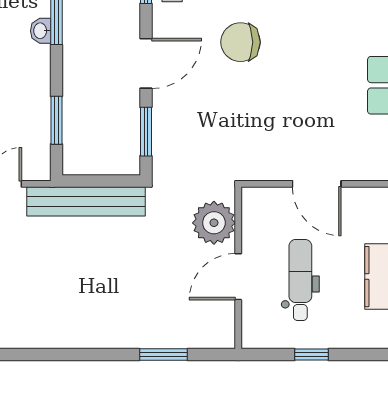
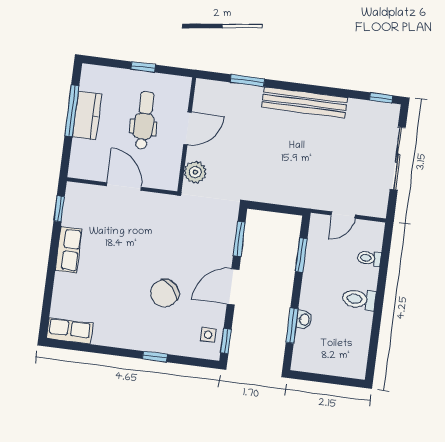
chair: (240, 42) -> (165, 293), turned 136
bench: (86, 201) -> (305, 102), moved
plant: (214, 223) -> (195, 172), width x0.73, depth x0.73
dental chair: (300, 280) -> (144, 120), turned 180

